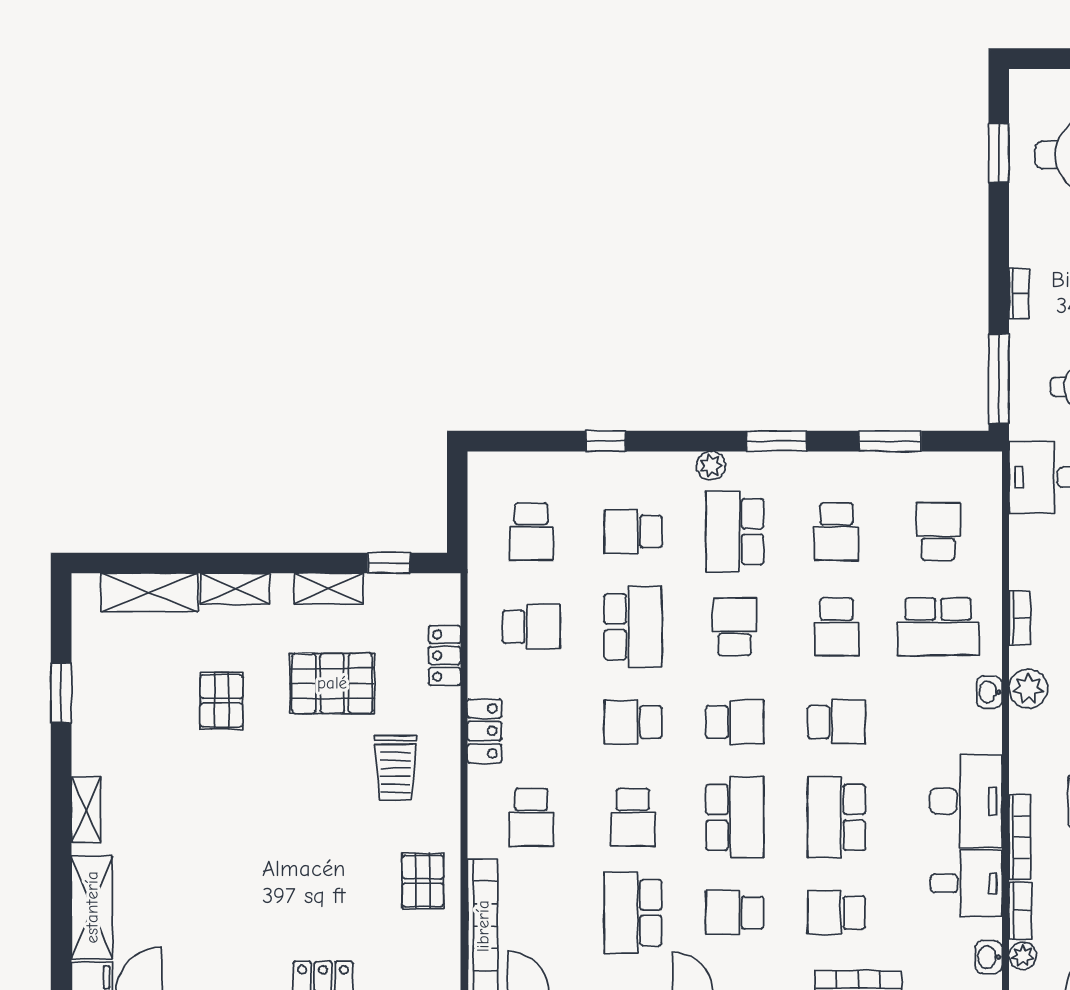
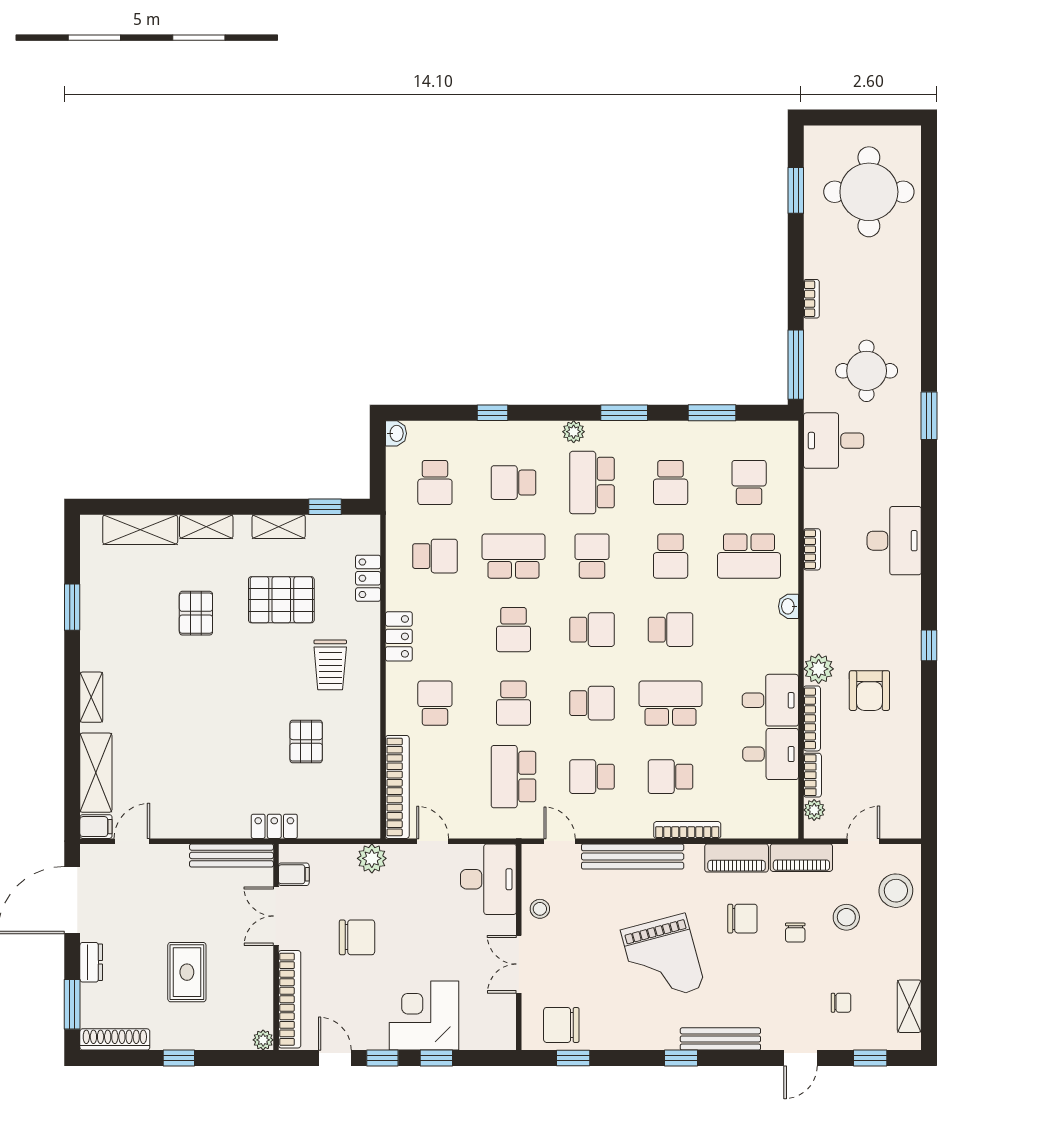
school desk: (633, 627) -> (513, 556), turned -90
plant: (1028, 689) -> (819, 669), moved
school desk: (633, 722) -> (513, 630), turned -90
desk: (966, 801) -> (770, 700), width x0.73
school desk: (531, 817) -> (435, 703), turned 180
school desk: (735, 817) -> (592, 703), width x0.54
school desk: (836, 817) -> (671, 703), turned 90
pallet: (423, 881) -> (306, 741), moved
washbasin: (989, 957) -> (396, 433), moved, turned 180

